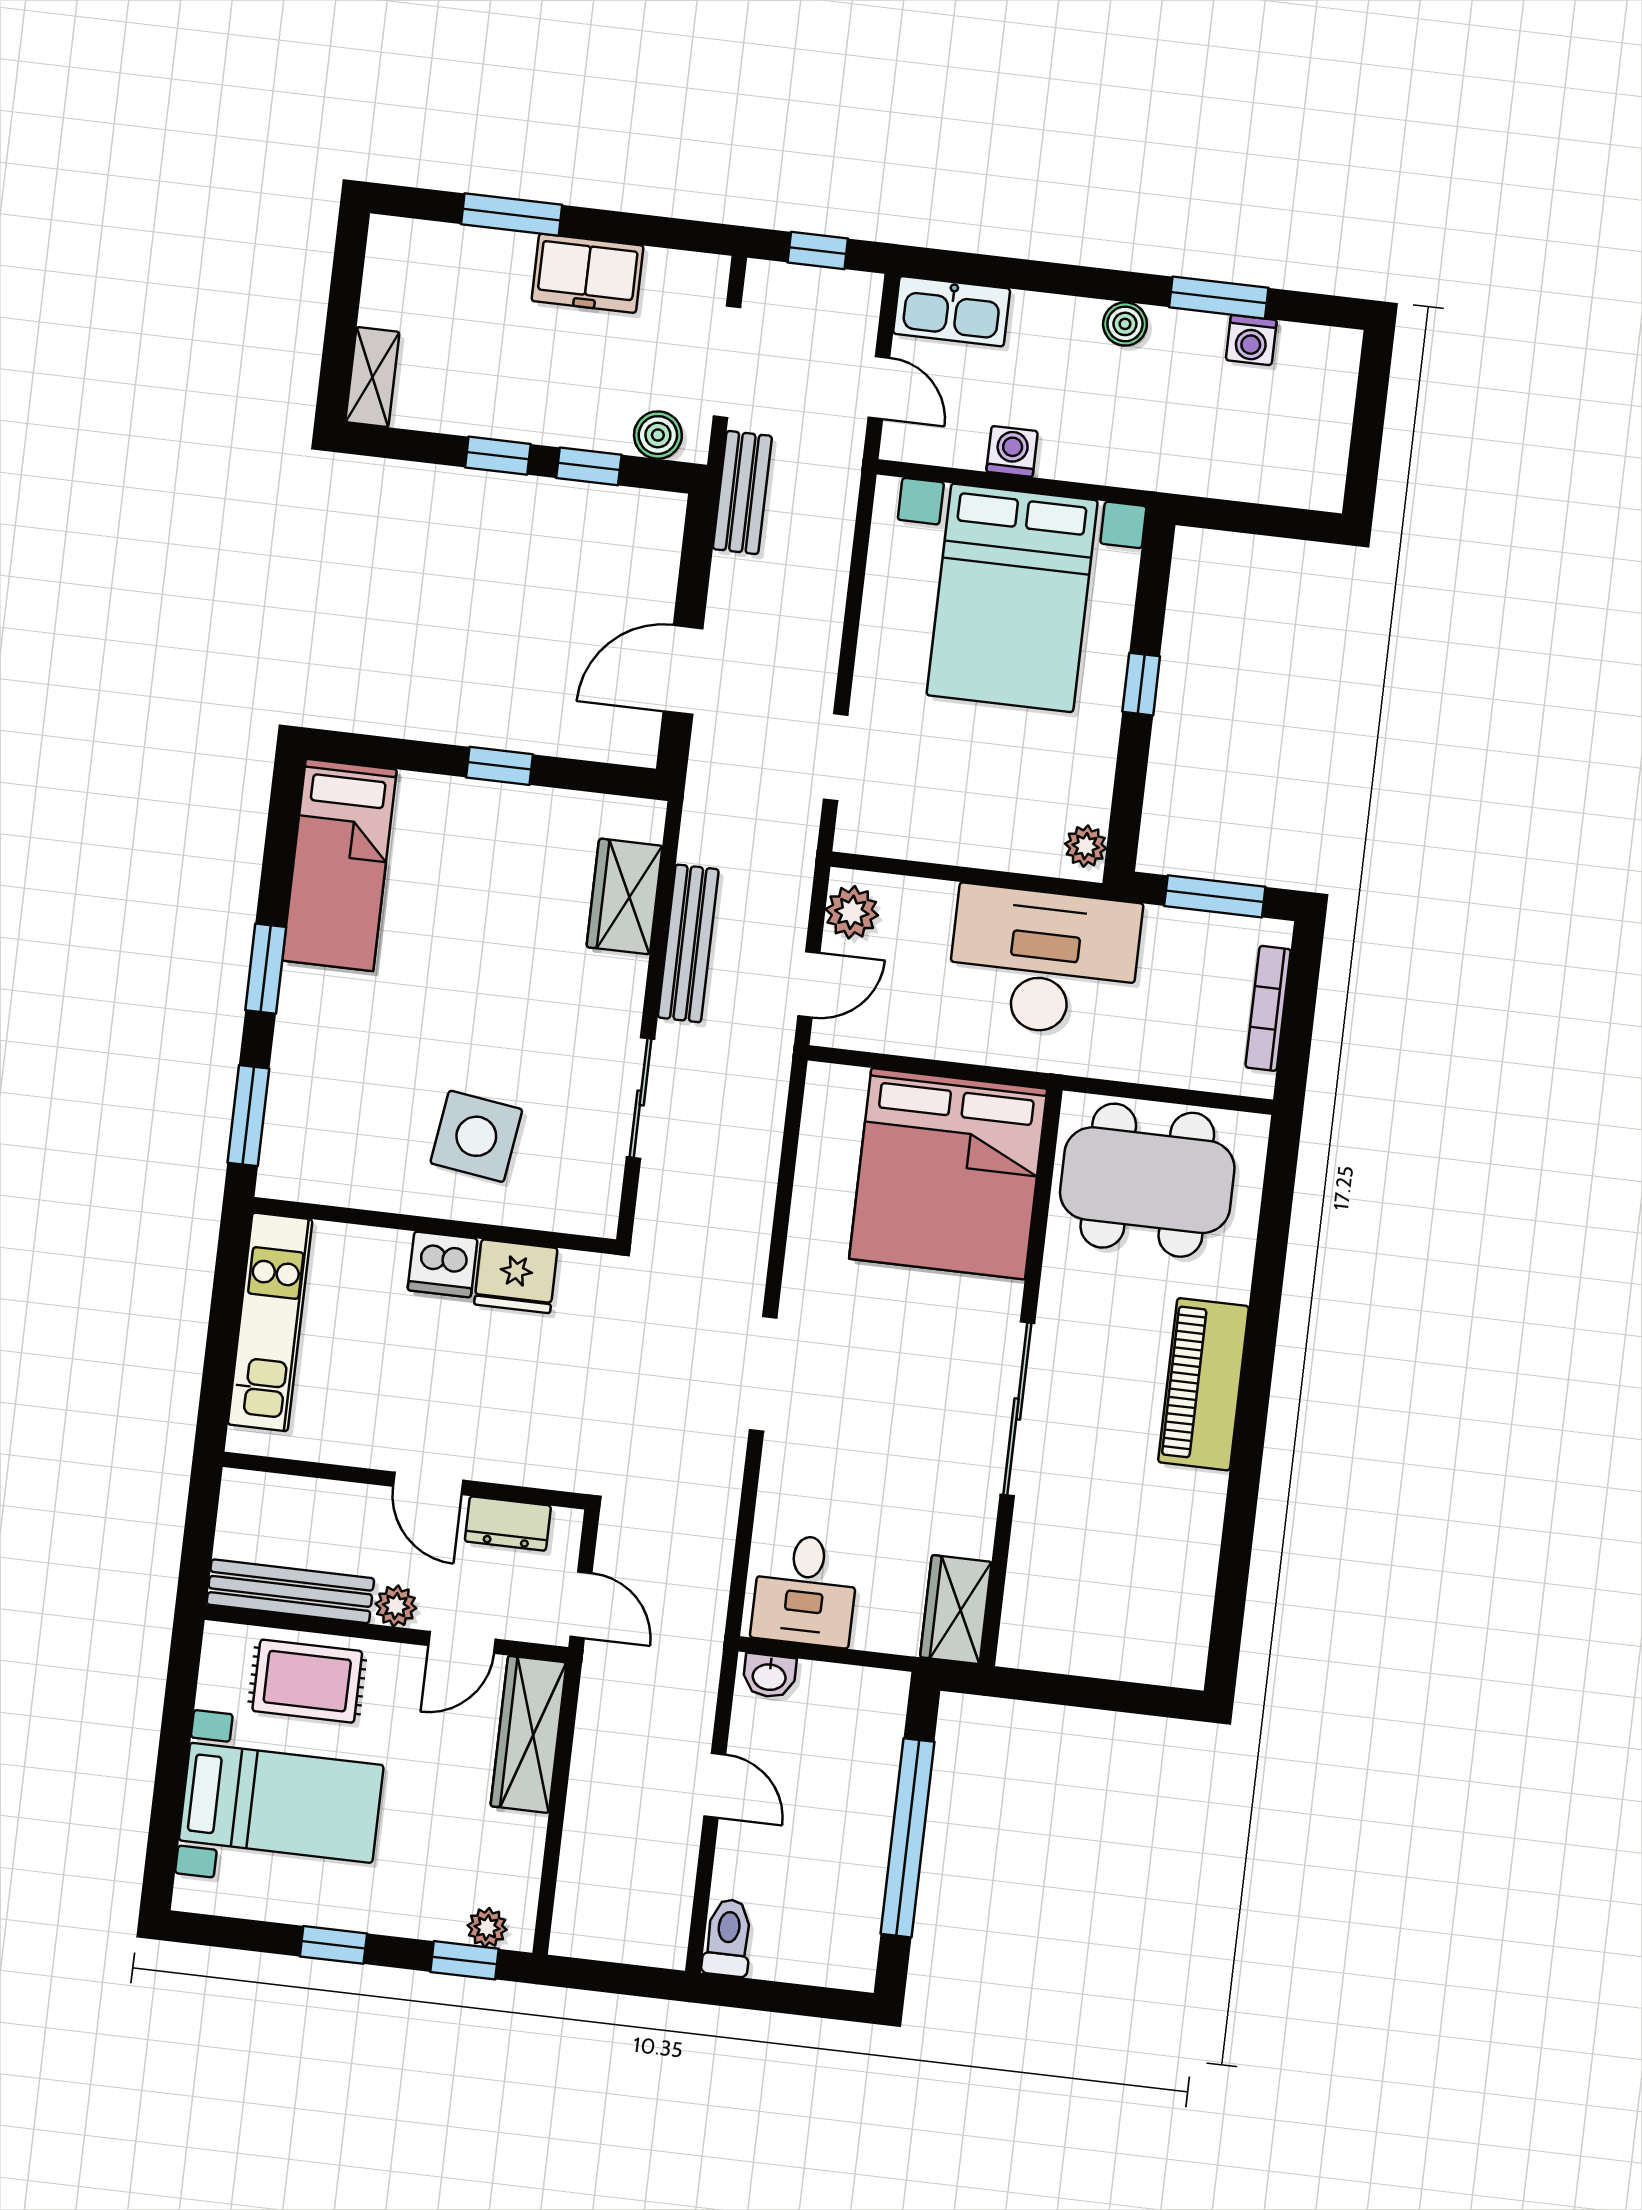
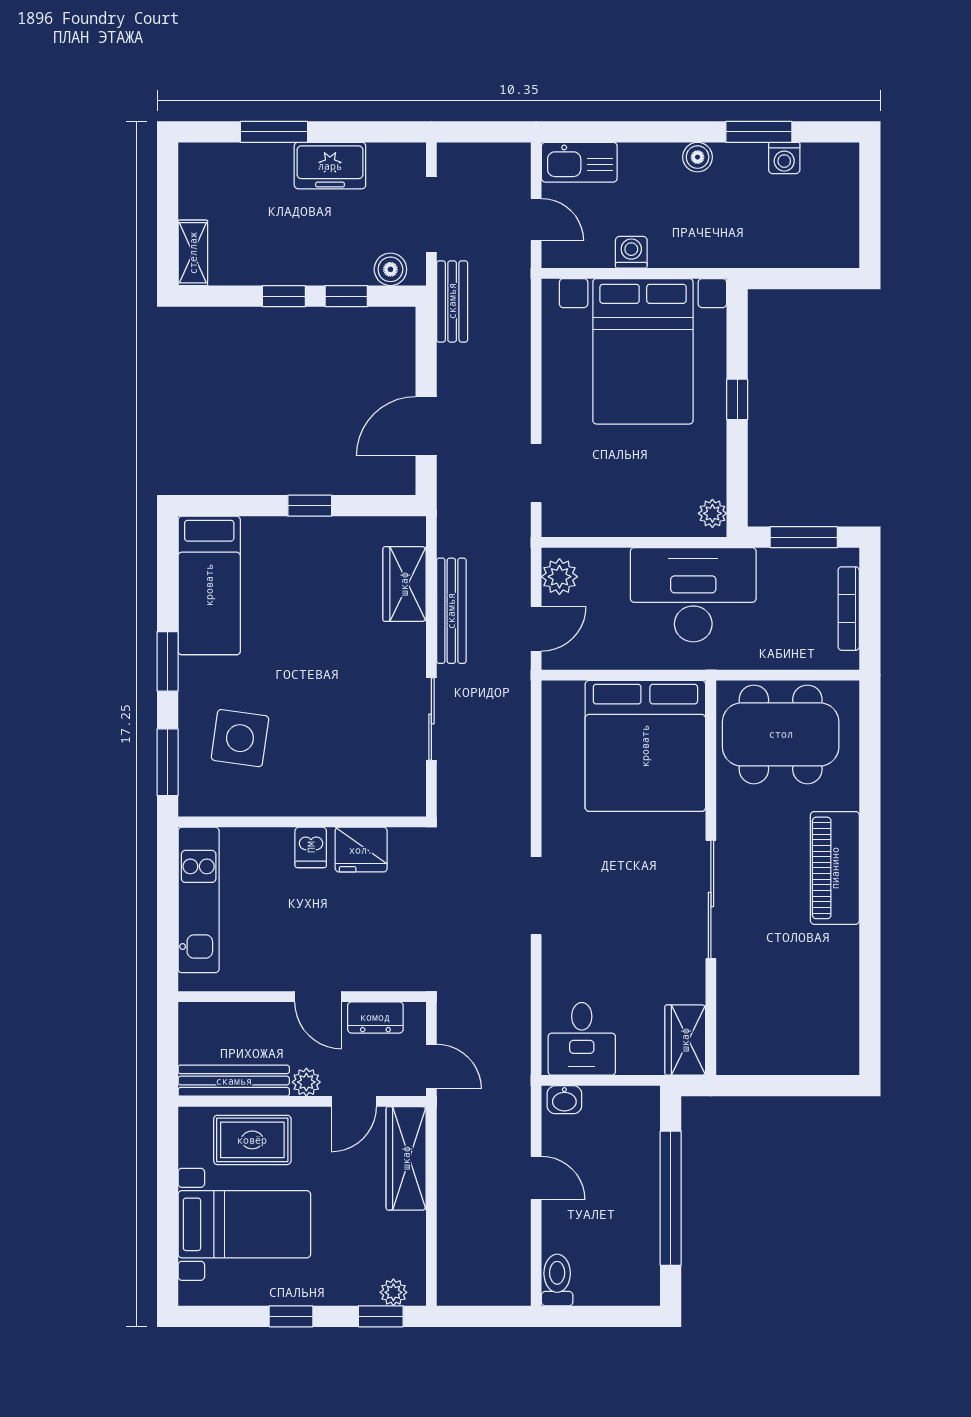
window: (818, 250) -> (484, 132), removed
side table: (476, 1136) -> (240, 738), moved
dishwasher: (443, 1264) -> (311, 847), width x0.73

